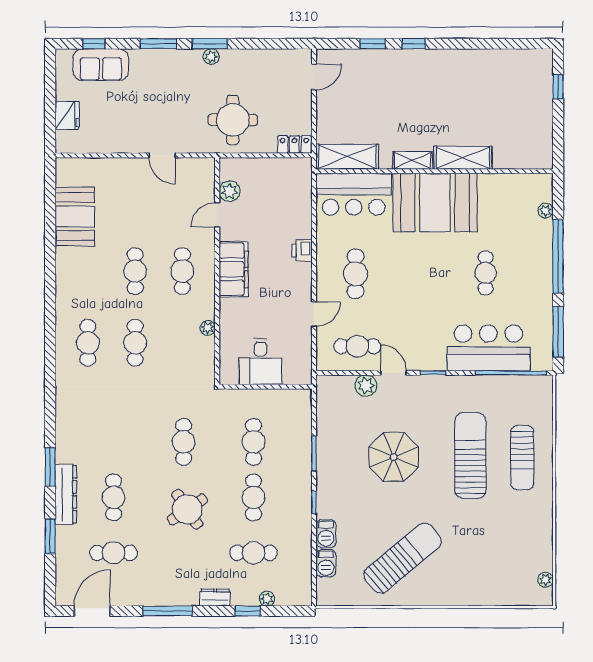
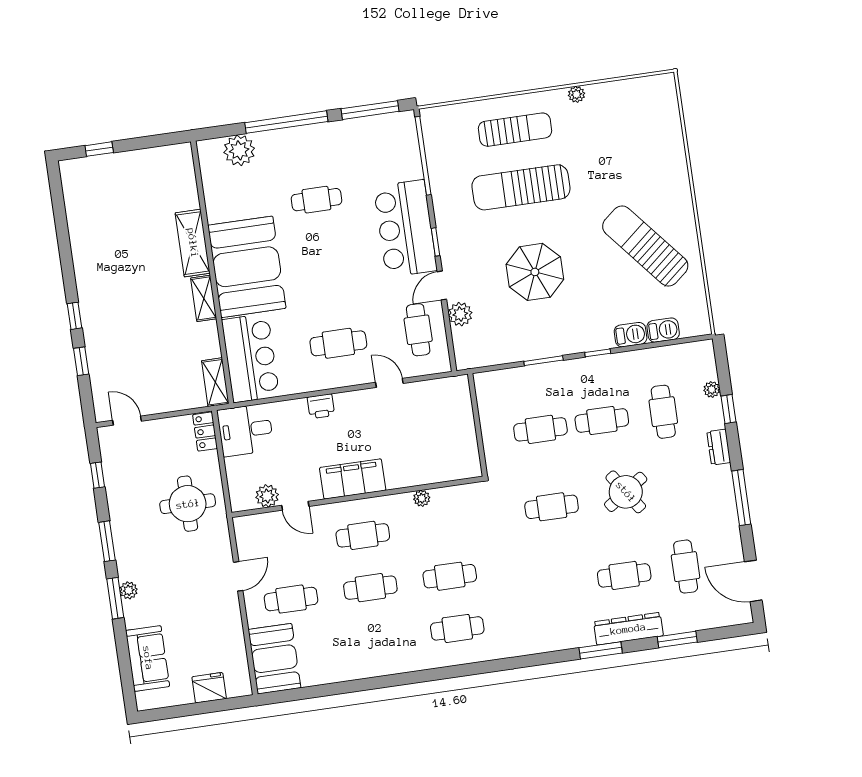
window: (94, 44) -> (97, 475), moved
plant: (211, 57) -> (129, 590), moved
shelving: (347, 157) -> (215, 382), width x0.67, depth x0.75
cafe table: (135, 199) -> (291, 599), added
plant: (546, 211) -> (239, 150), width x1.88, depth x1.88
booth: (75, 216) -> (274, 659), moved, turned 90
bar counter: (488, 348) -> (405, 228), moved
desk: (261, 362) -> (245, 430), moved, turned 180
plant: (546, 580) -> (576, 94), moved

